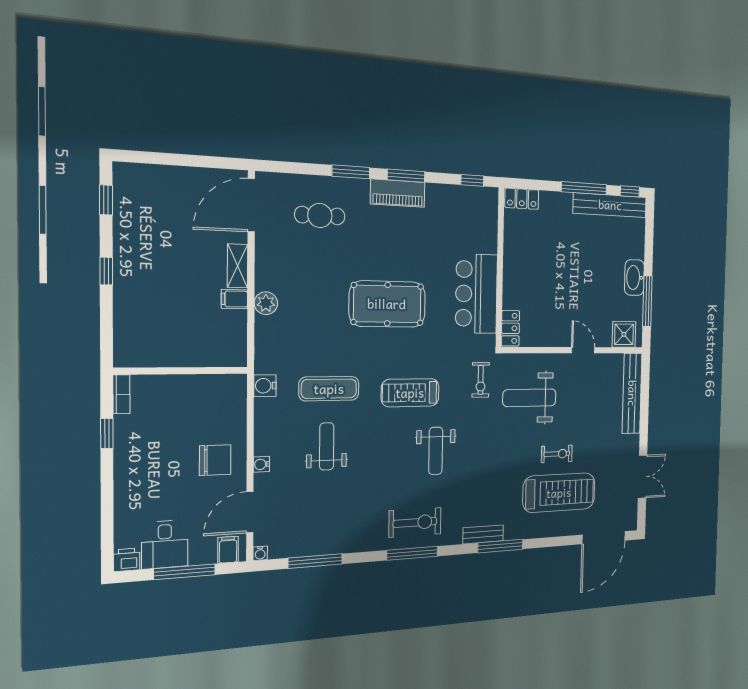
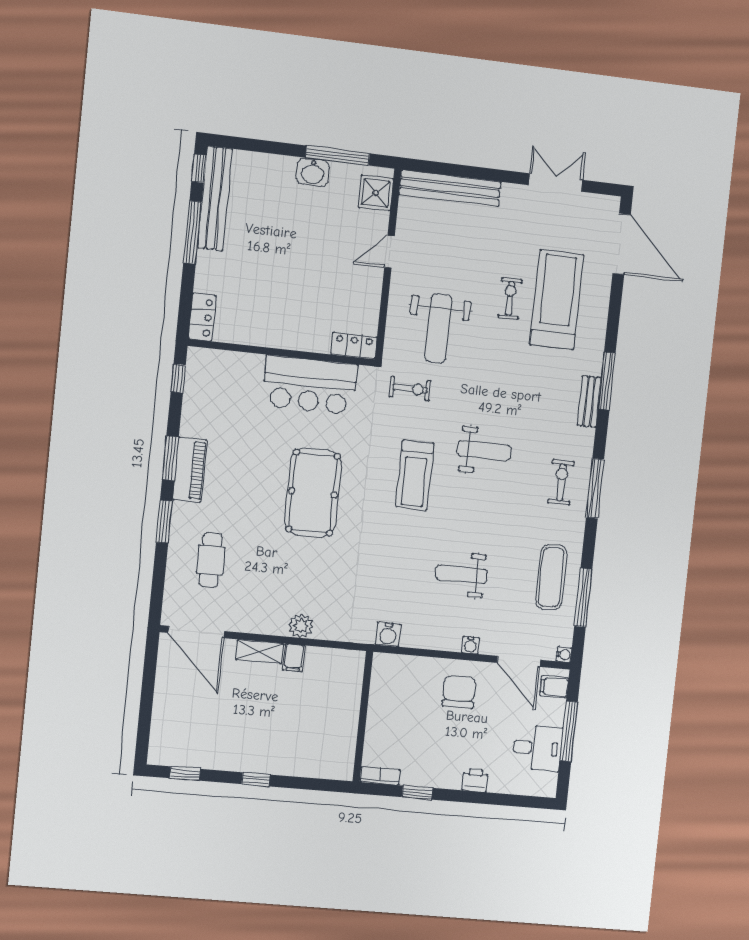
washbasin: (634, 278) -> (313, 172), width x0.72
exercise mat: (329, 389) -> (551, 577), moved
exercise bike: (415, 522) -> (561, 482), width x0.73, depth x0.72
printer: (127, 560) -> (475, 780), moved, turned 90

